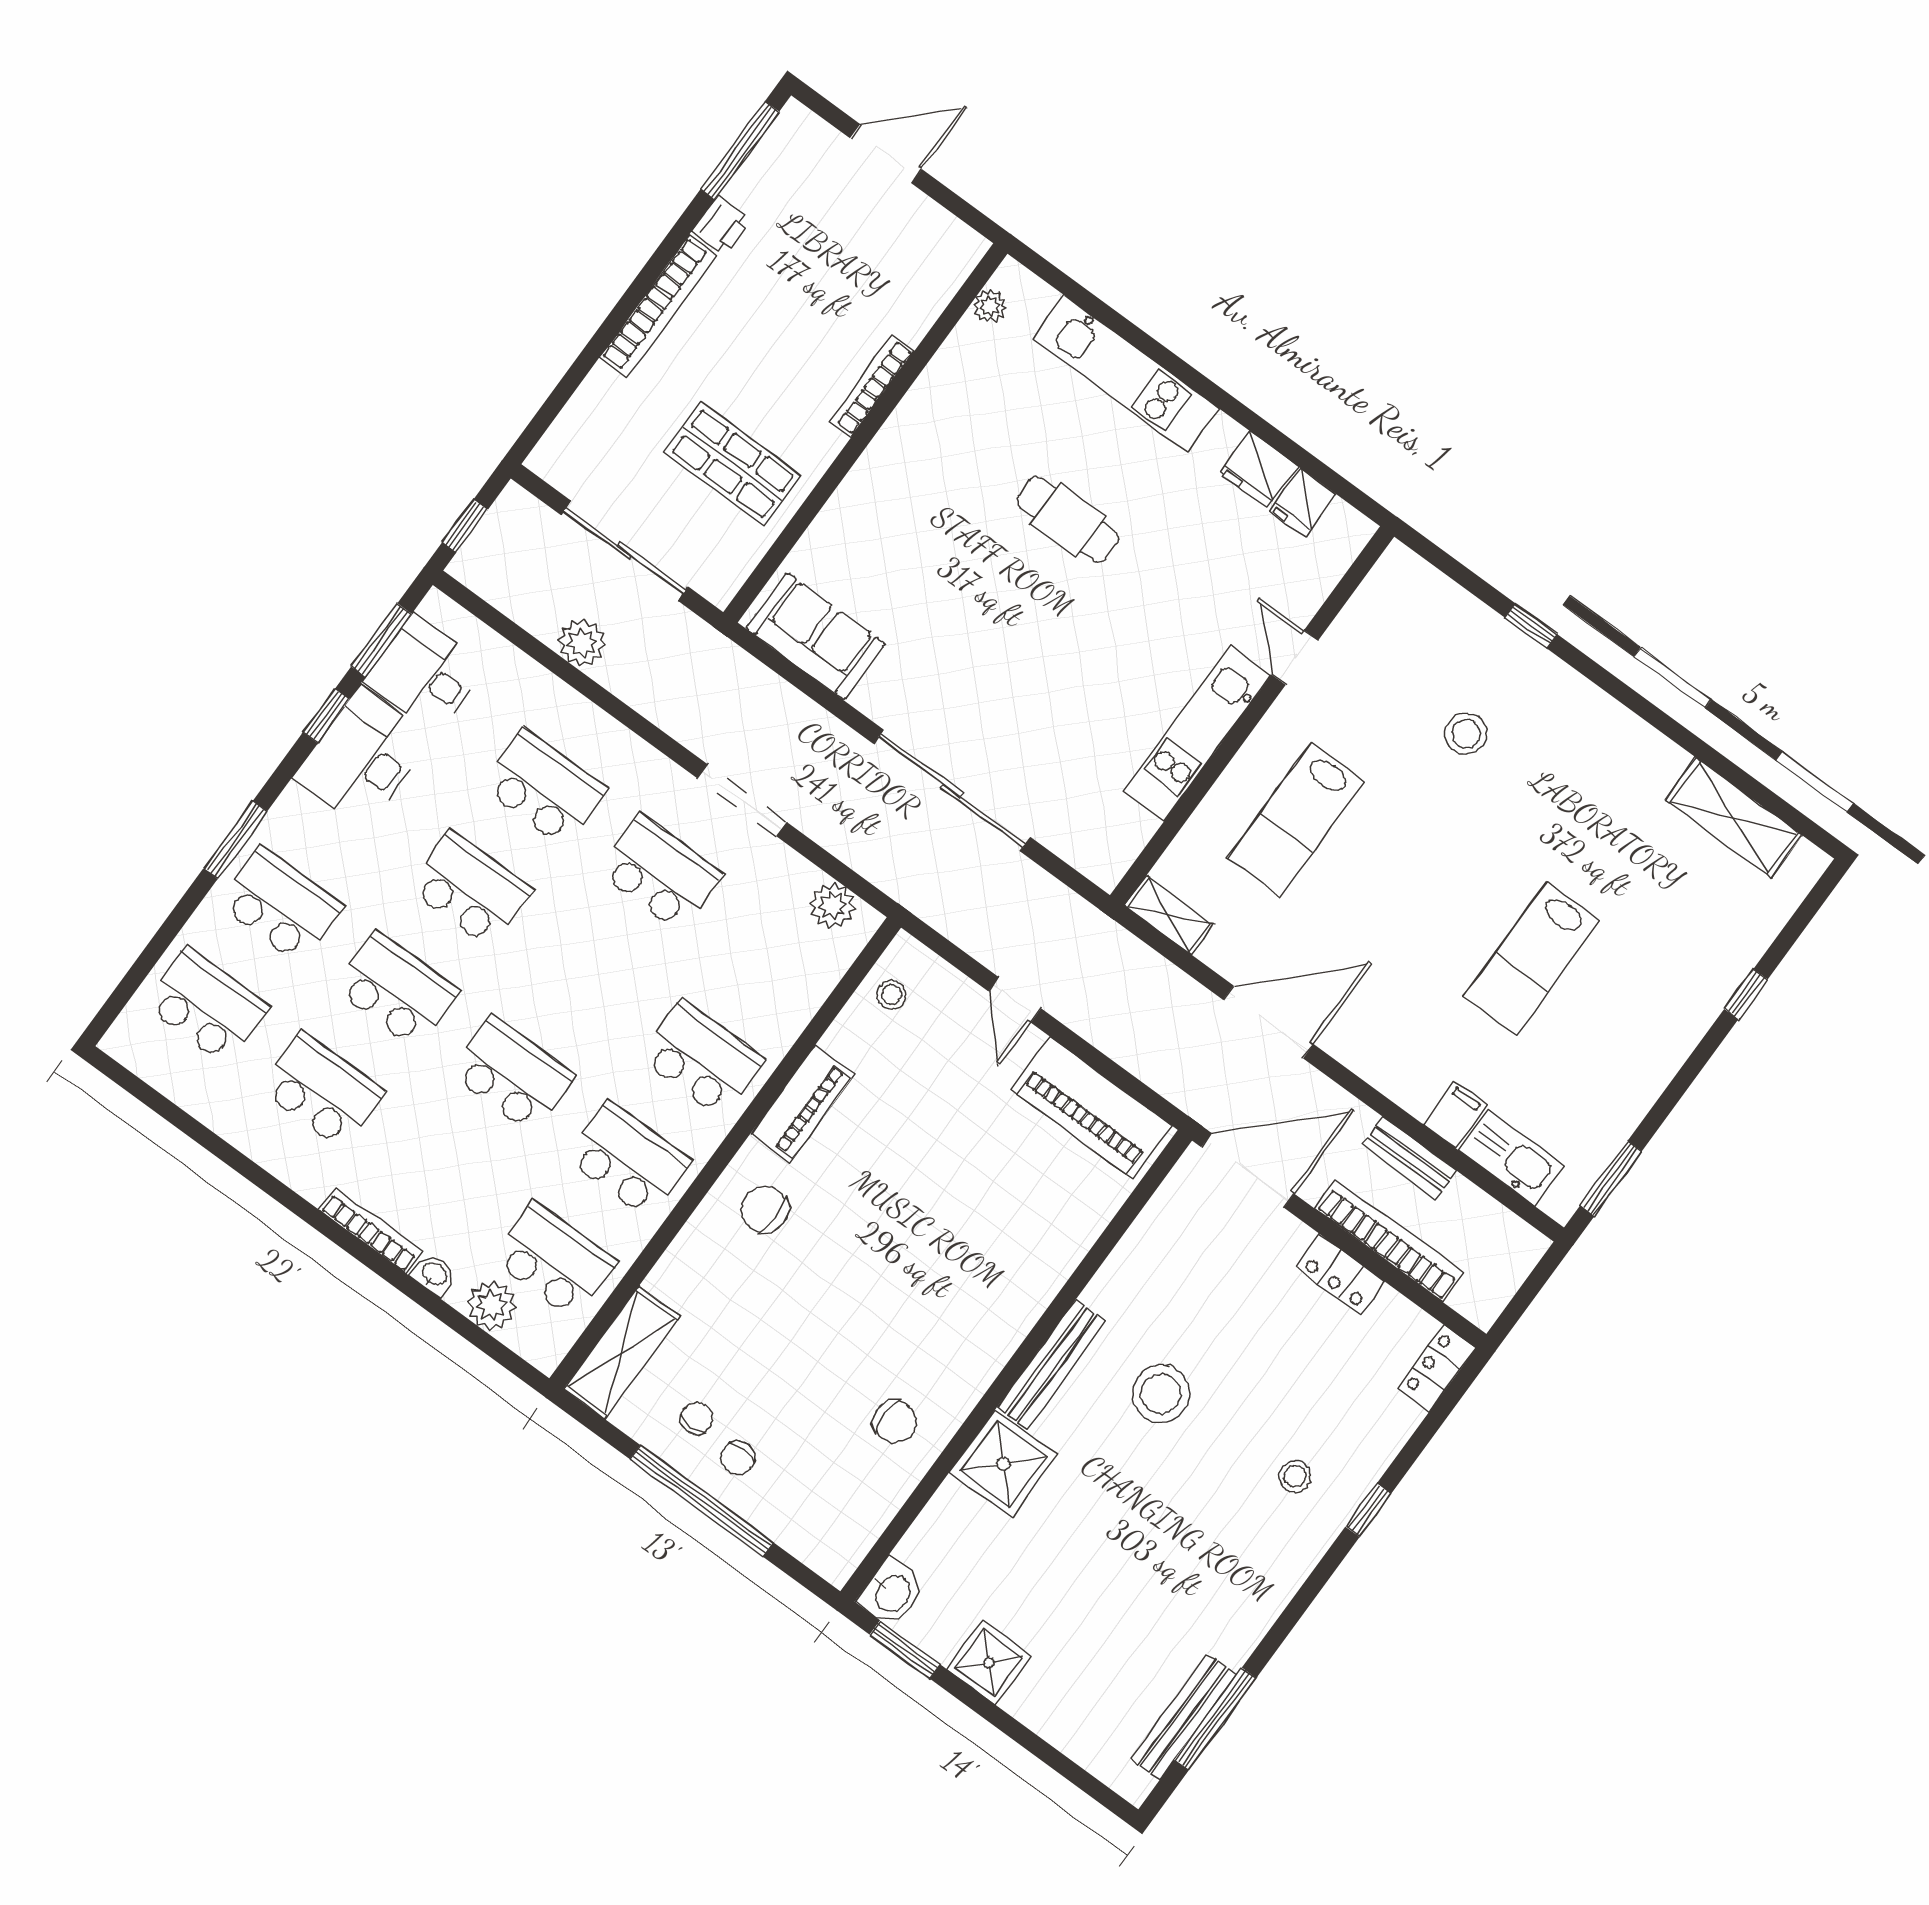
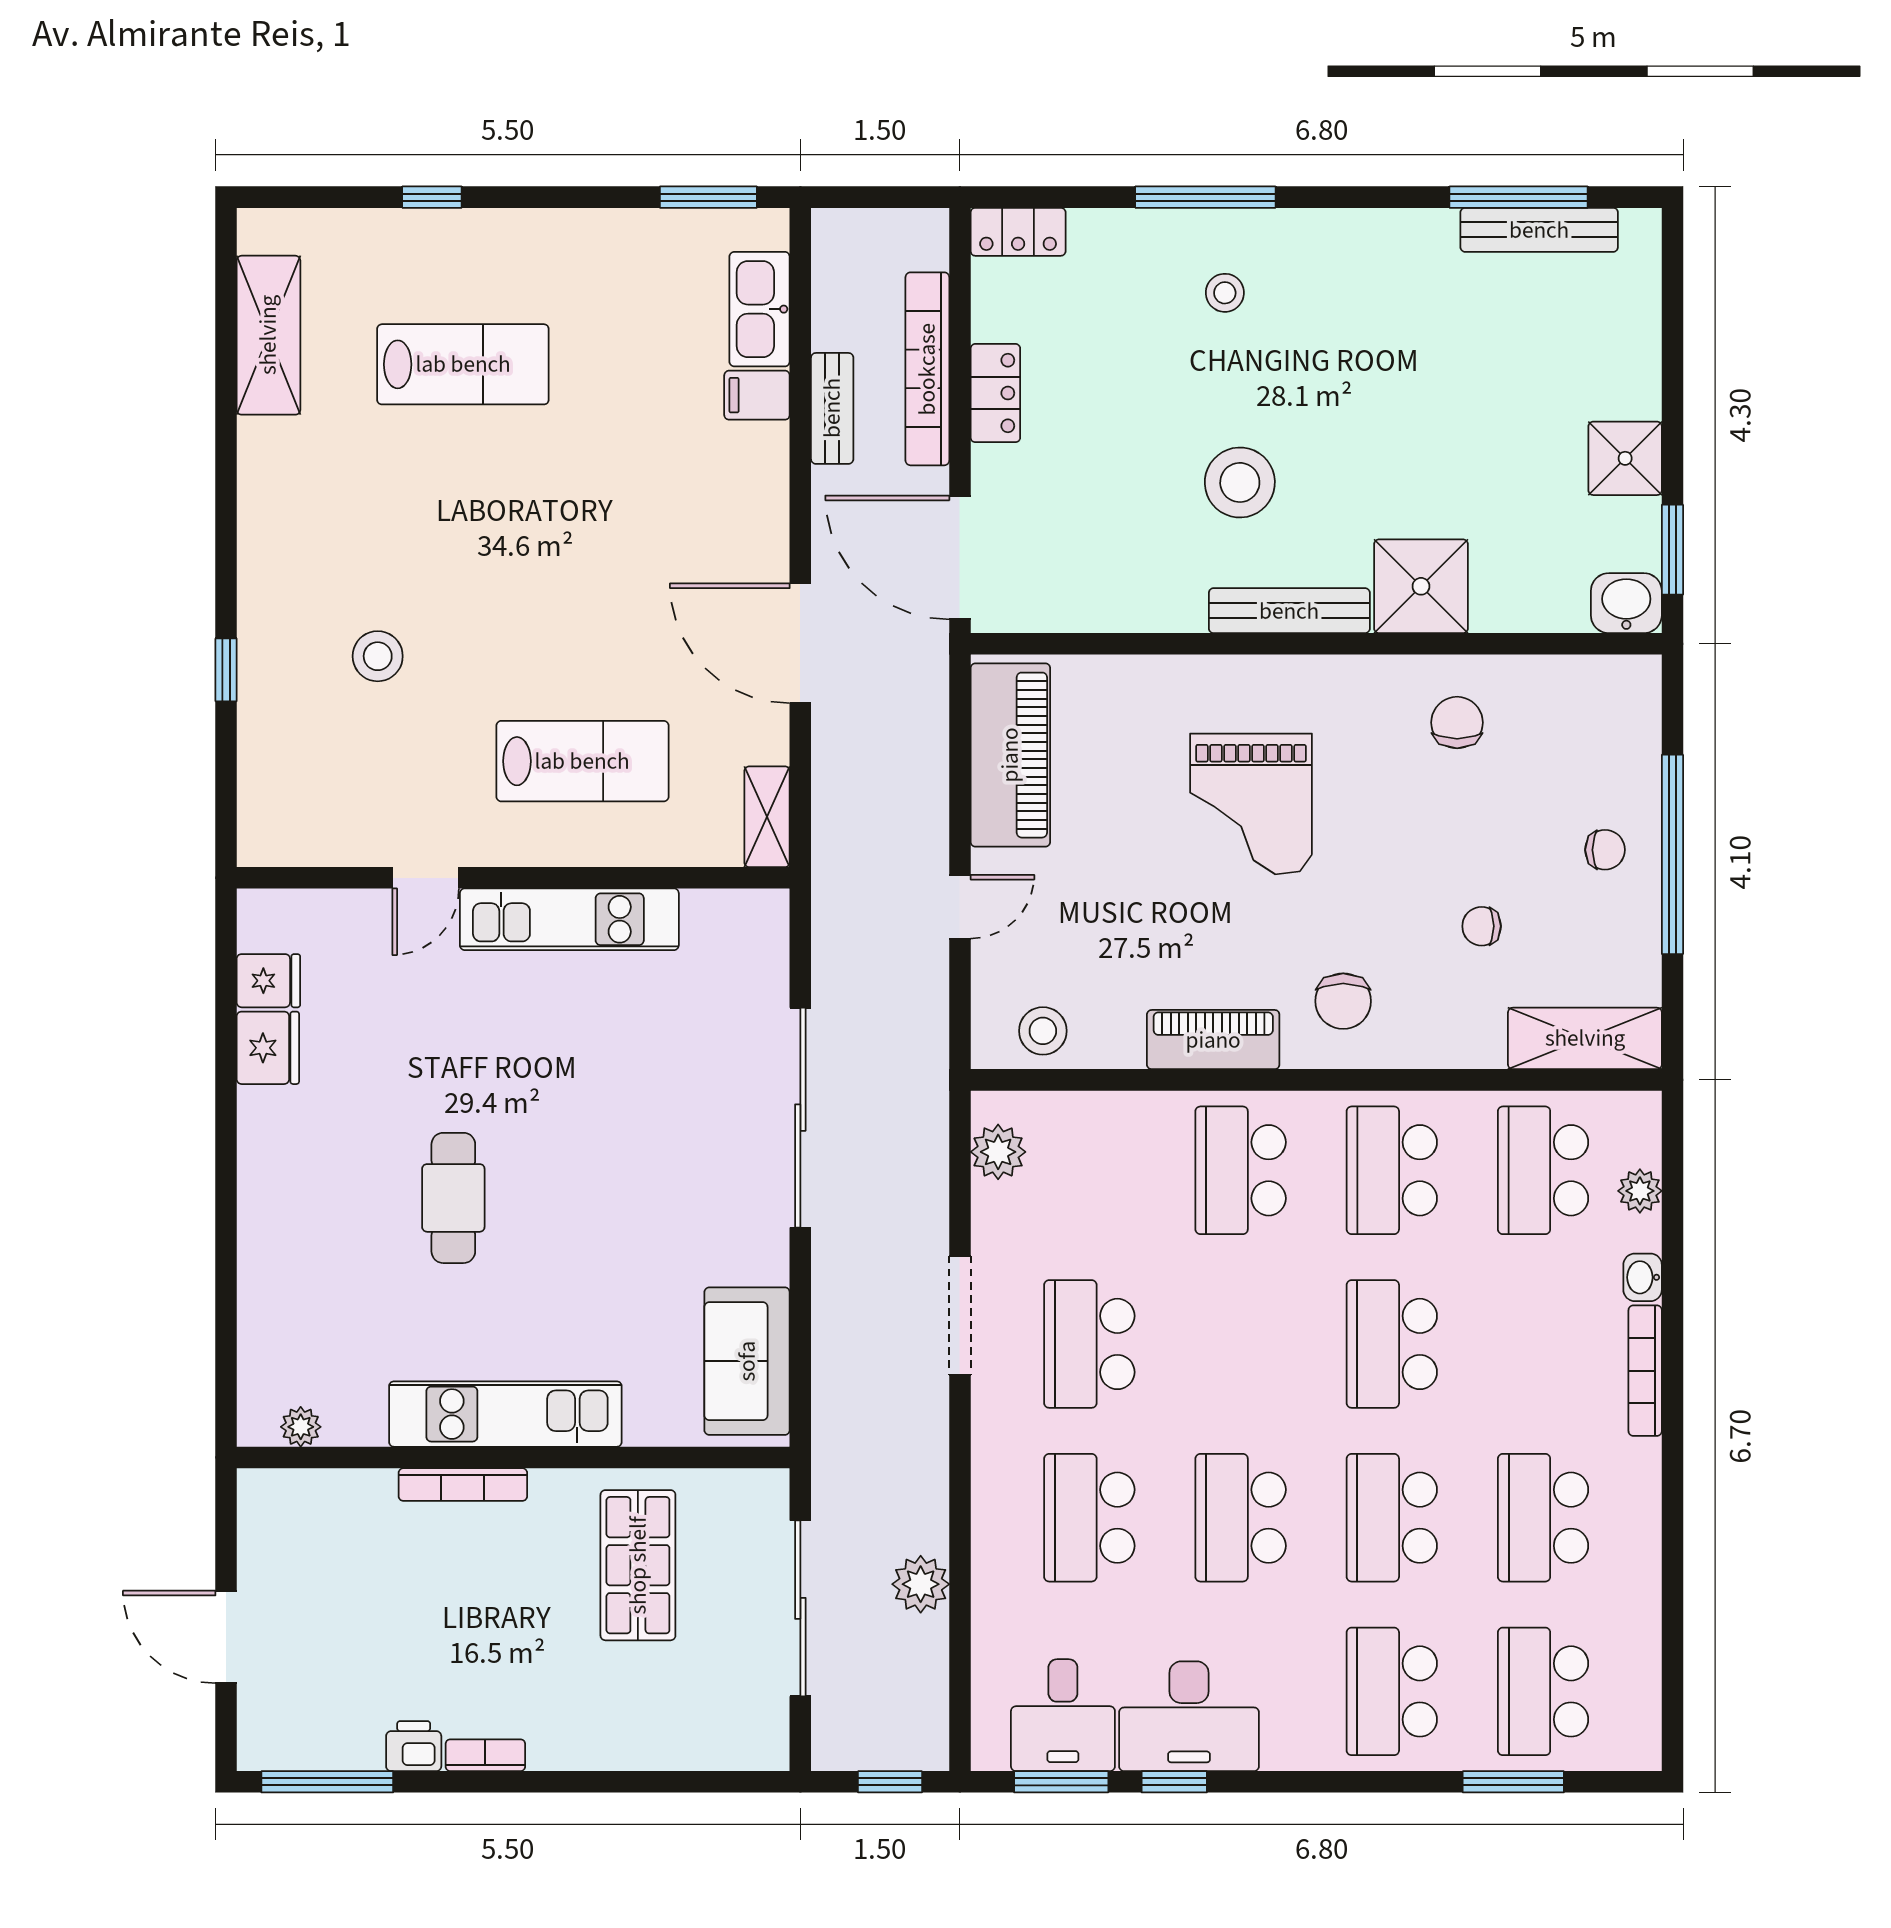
bookcase: (658, 306) -> (485, 1755), width x0.43, depth x0.76
kitchen unit: (1126, 374) -> (505, 1414), moved, turned -90
window: (235, 840) -> (1513, 1782), moved
lab bench: (1532, 958) -> (463, 364), moved
stool: (891, 995) -> (1043, 1031), width x1.37, depth x1.37
grand piano: (941, 1244) -> (1251, 804), added
plant: (492, 1305) -> (1640, 1191), width x0.73, depth x0.73
chair: (697, 1418) -> (1482, 926), moved
window: (1368, 1510) -> (1205, 197), width x2.17

